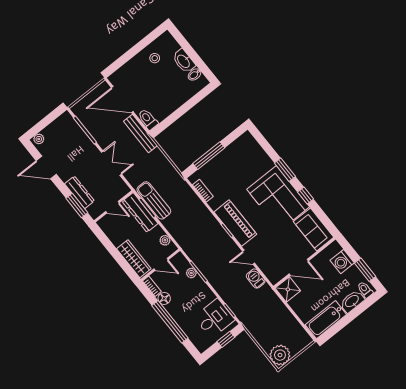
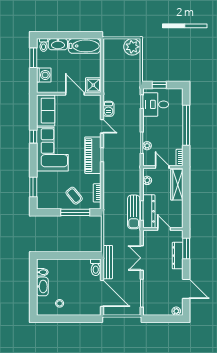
window: (285, 170) -> (33, 187), moved
coffee table: (222, 171) -> (74, 196), added
floor lamp: (164, 298) -> (178, 143), removed

